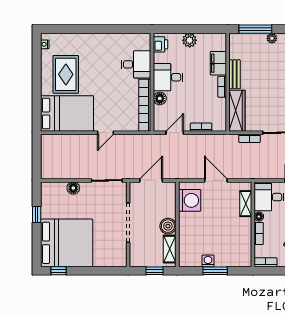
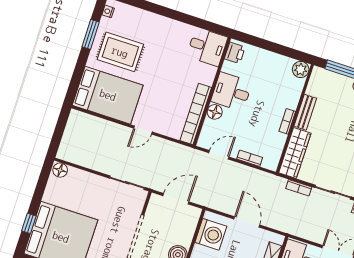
plant: (190, 40) -> (301, 69), moved
filing cabinet: (218, 63) -> (291, 94), removed
desk: (136, 64) -> (207, 47), moved
window: (37, 68) -> (91, 34), added
rug: (66, 74) -> (120, 52), turned 90
floor lamp: (73, 188) -> (60, 170), moved
window: (37, 214) -> (29, 223), moved

